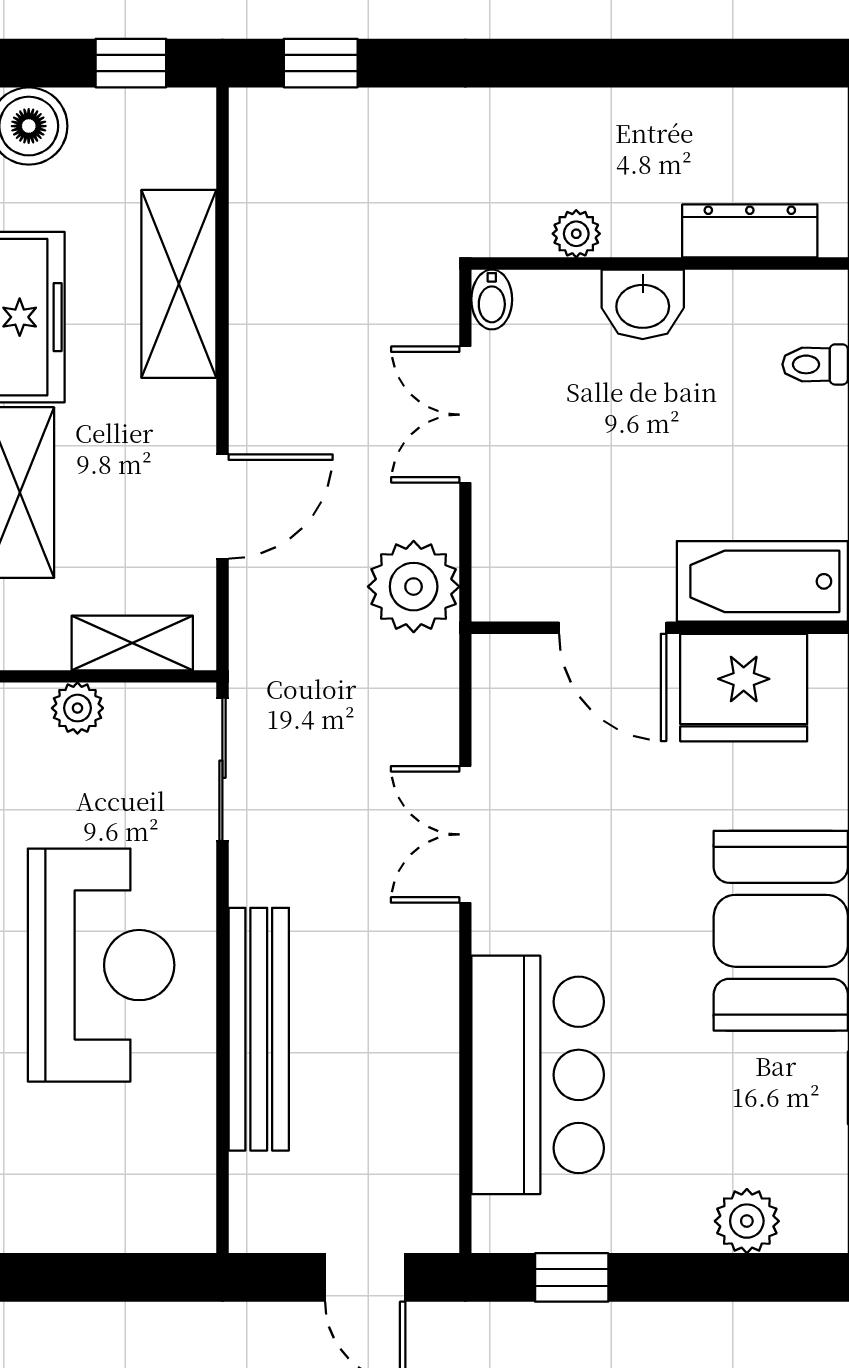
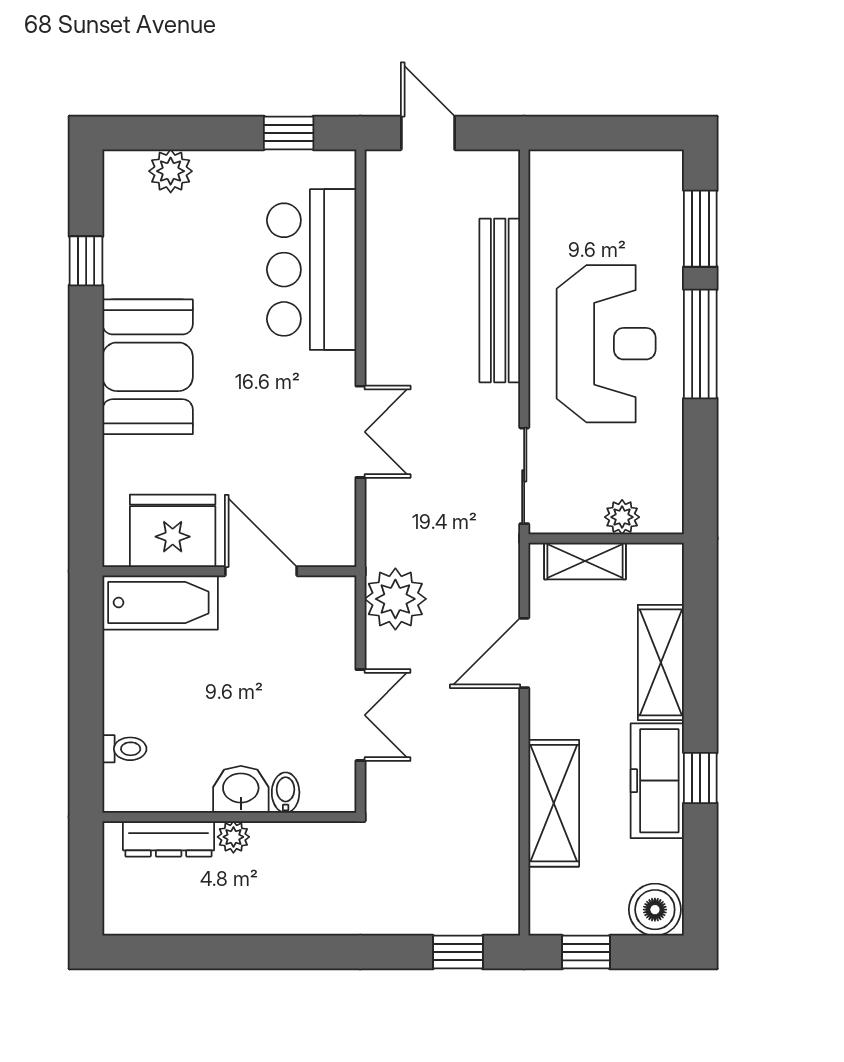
plant: (576, 234) -> (233, 837), moved
bidet: (492, 299) -> (286, 793), moved
reception desk: (101, 965) -> (606, 344), turned 180

